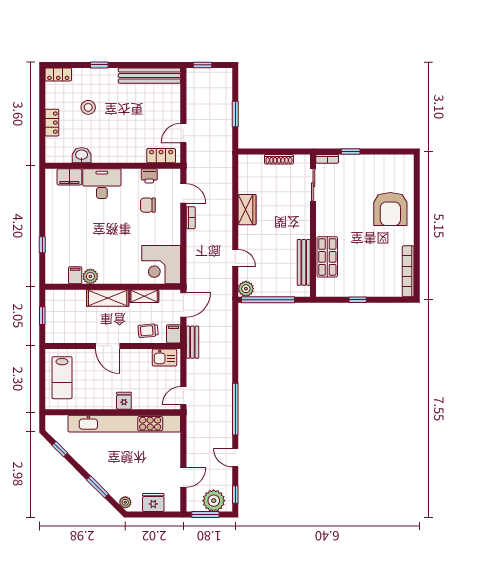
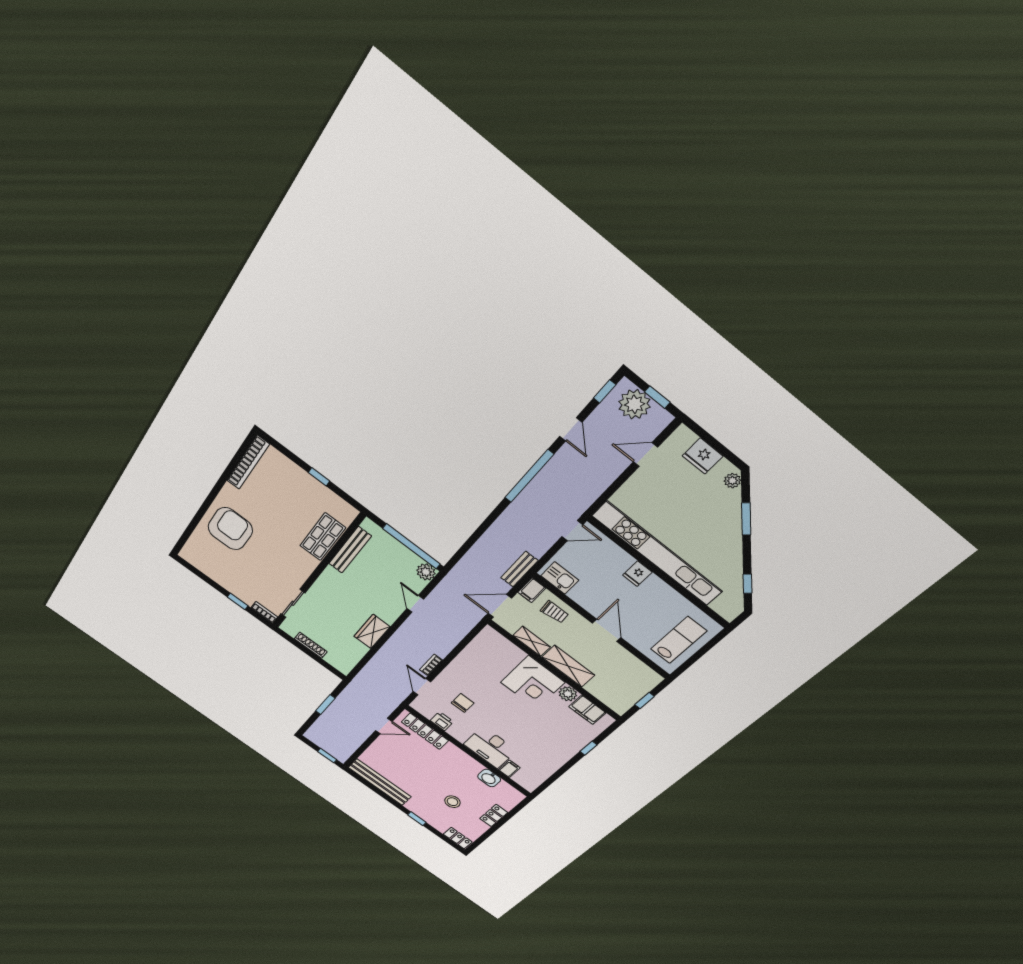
locker: (161, 156) -> (425, 731), width x1.53
filing cabinet: (69, 177) -> (509, 769), width x0.50
chair: (148, 205) -> (463, 703), turned -90
corner desk: (161, 265) -> (533, 682), moved, turned 90
filing cabinet: (75, 275) -> (587, 710), width x2.00
window: (205, 515) -> (657, 397), width x0.67

